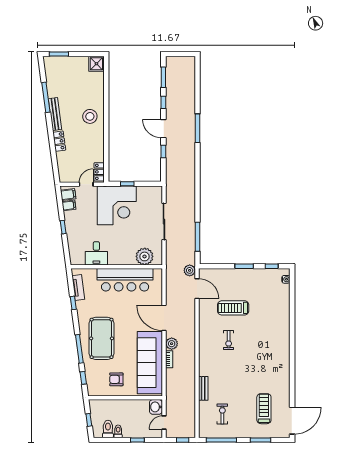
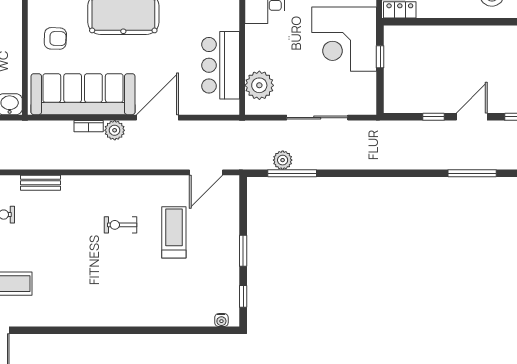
plant: (190, 270) -> (283, 160), moved
bar counter: (125, 280) -> (221, 65), width x0.73
armchair: (116, 379) -> (55, 38), turned 92

